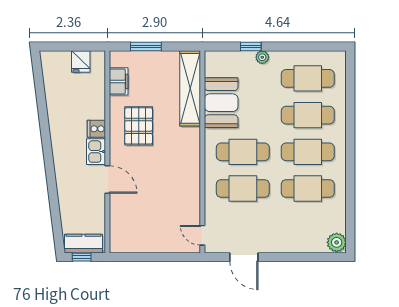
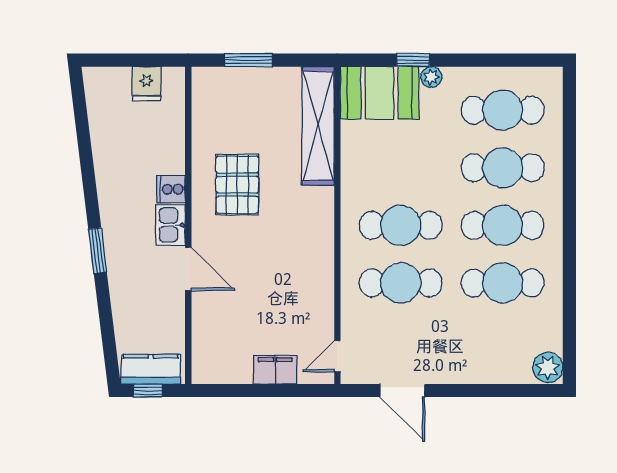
filing cabinet: (119, 81) -> (275, 370), moved, turned -90
booth: (221, 103) -> (380, 93), moved, turned 90
window: (50, 168) -> (98, 251), added
door: (202, 235) -> (337, 356), hinge flipped

